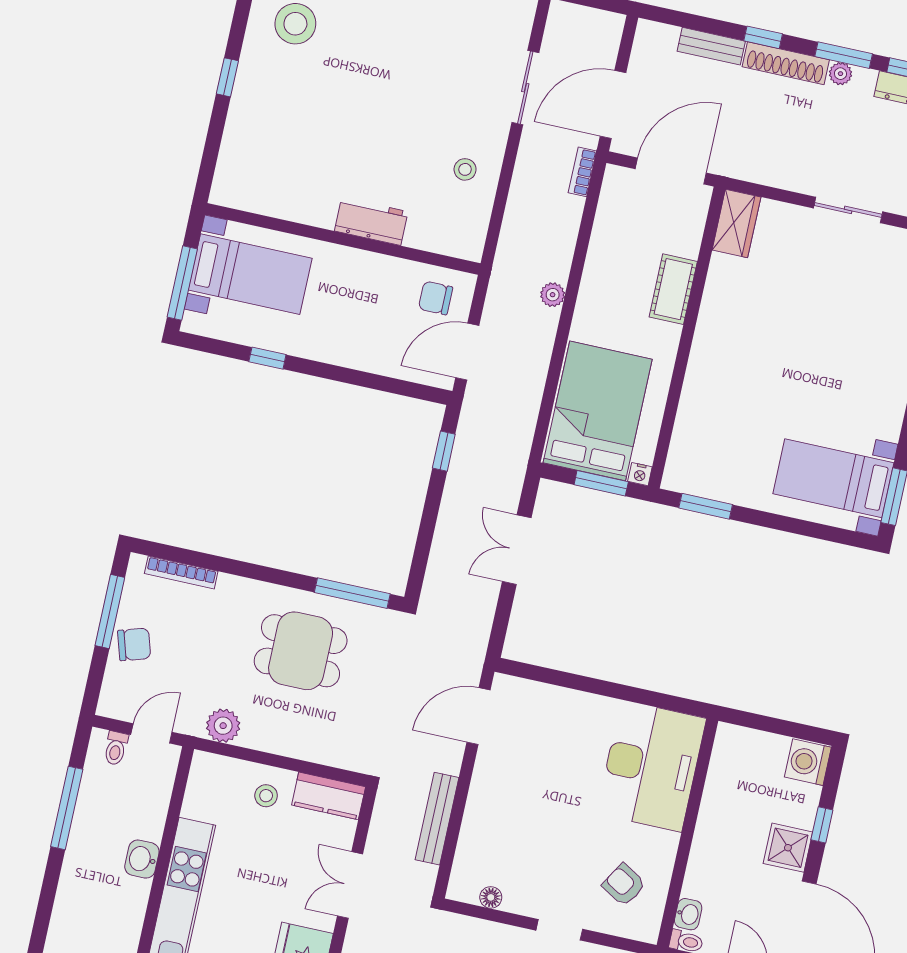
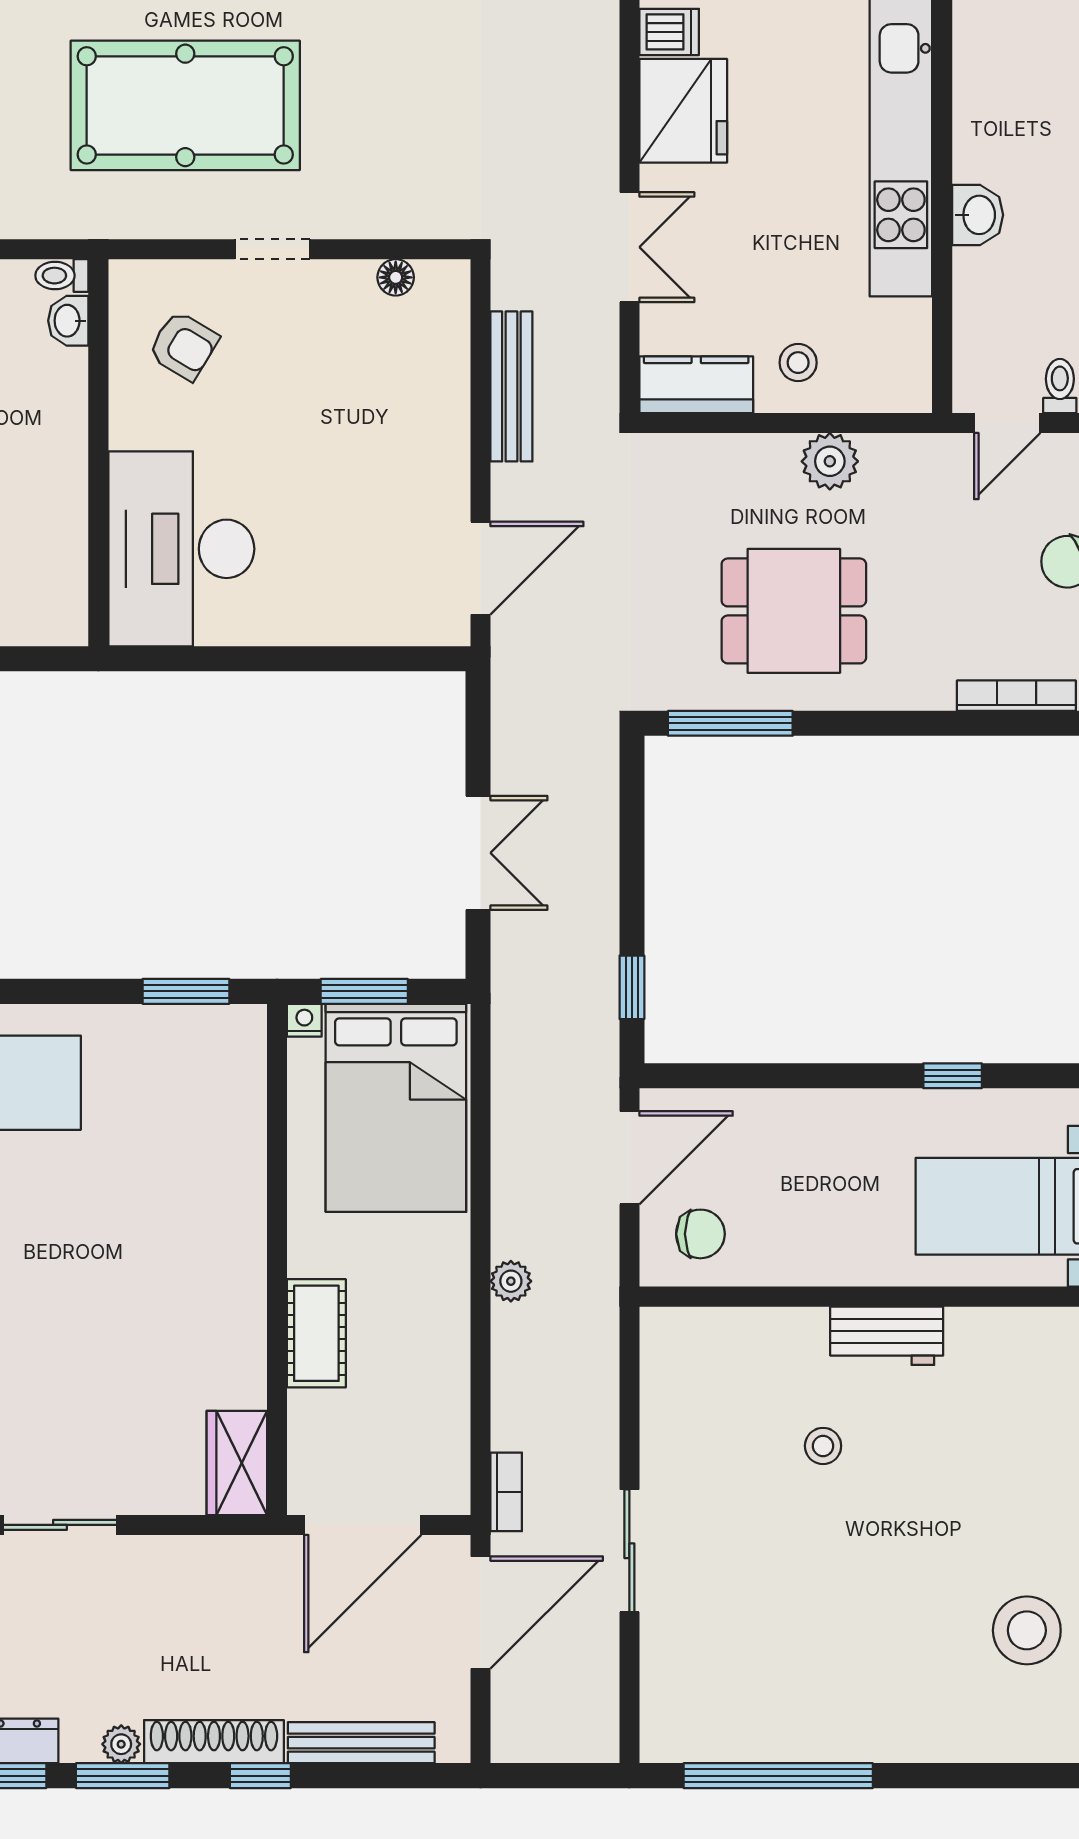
bench: (711, 46) -> (361, 1743), width x1.36
sliding door: (525, 88) -> (629, 1551), moved
stool: (465, 169) -> (823, 1446), moved
workbench: (371, 221) -> (887, 1336), moved
plant: (223, 726) -> (830, 461), moved

